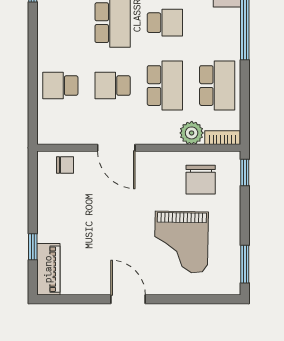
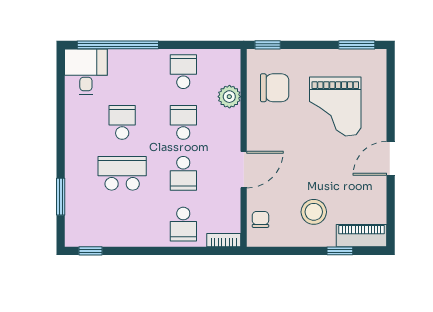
school desk: (165, 86) -> (183, 122), width x0.54
school desk: (217, 86) -> (183, 72), width x0.54
bookcase: (222, 138) -> (224, 240), moved, turned 90
stool: (73, 220) -> (314, 212), added
grand piano: (181, 242) -> (335, 106), turned 89

